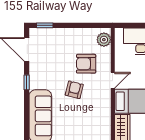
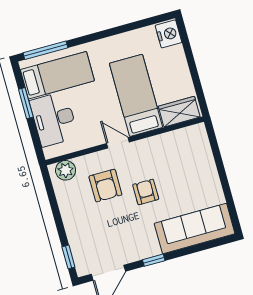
armchair: (74, 90) -> (146, 192), turned 76

